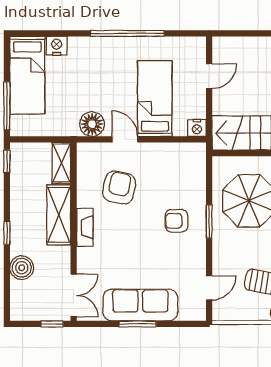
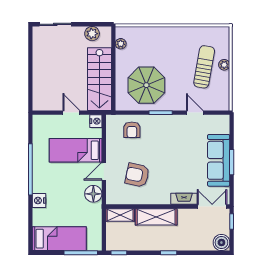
nightstand: (57, 46) -> (39, 201), moved
door: (209, 76) -> (71, 113), moved
armchair: (177, 221) -> (132, 130), moved
fireplace: (85, 227) -> (184, 199), moved
boiler: (22, 268) -> (221, 243), moved
door: (209, 288) -> (195, 113), moved

